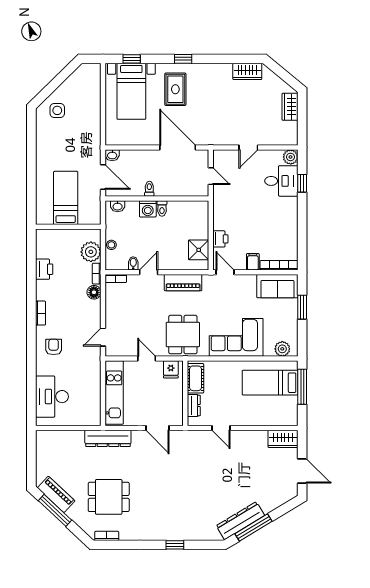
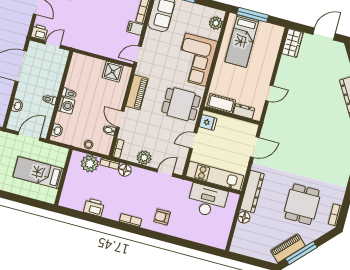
washbasin: (112, 155) -> (17, 106), moved
printer: (220, 239) -> (39, 32), moved
plant: (113, 310) -> (144, 158), added
door: (103, 337) -> (165, 173), swing flipped
desk: (52, 397) -> (207, 201), moved, turned 180
floor lamp: (77, 437) -> (244, 217), added

